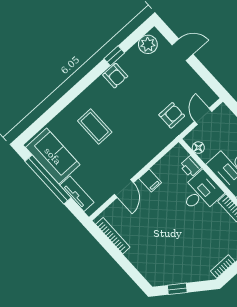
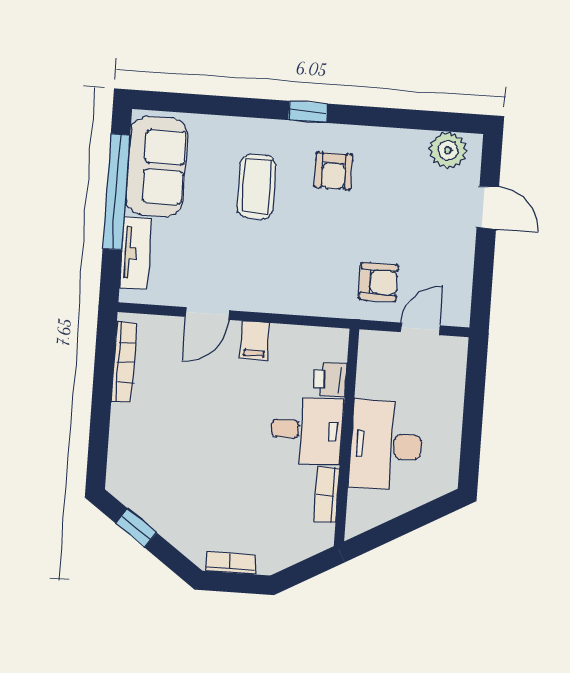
window: (114, 56) -> (308, 112), moved
armchair: (115, 76) -> (334, 171), moved
floor lamp: (198, 148) -> (369, 365), removed

